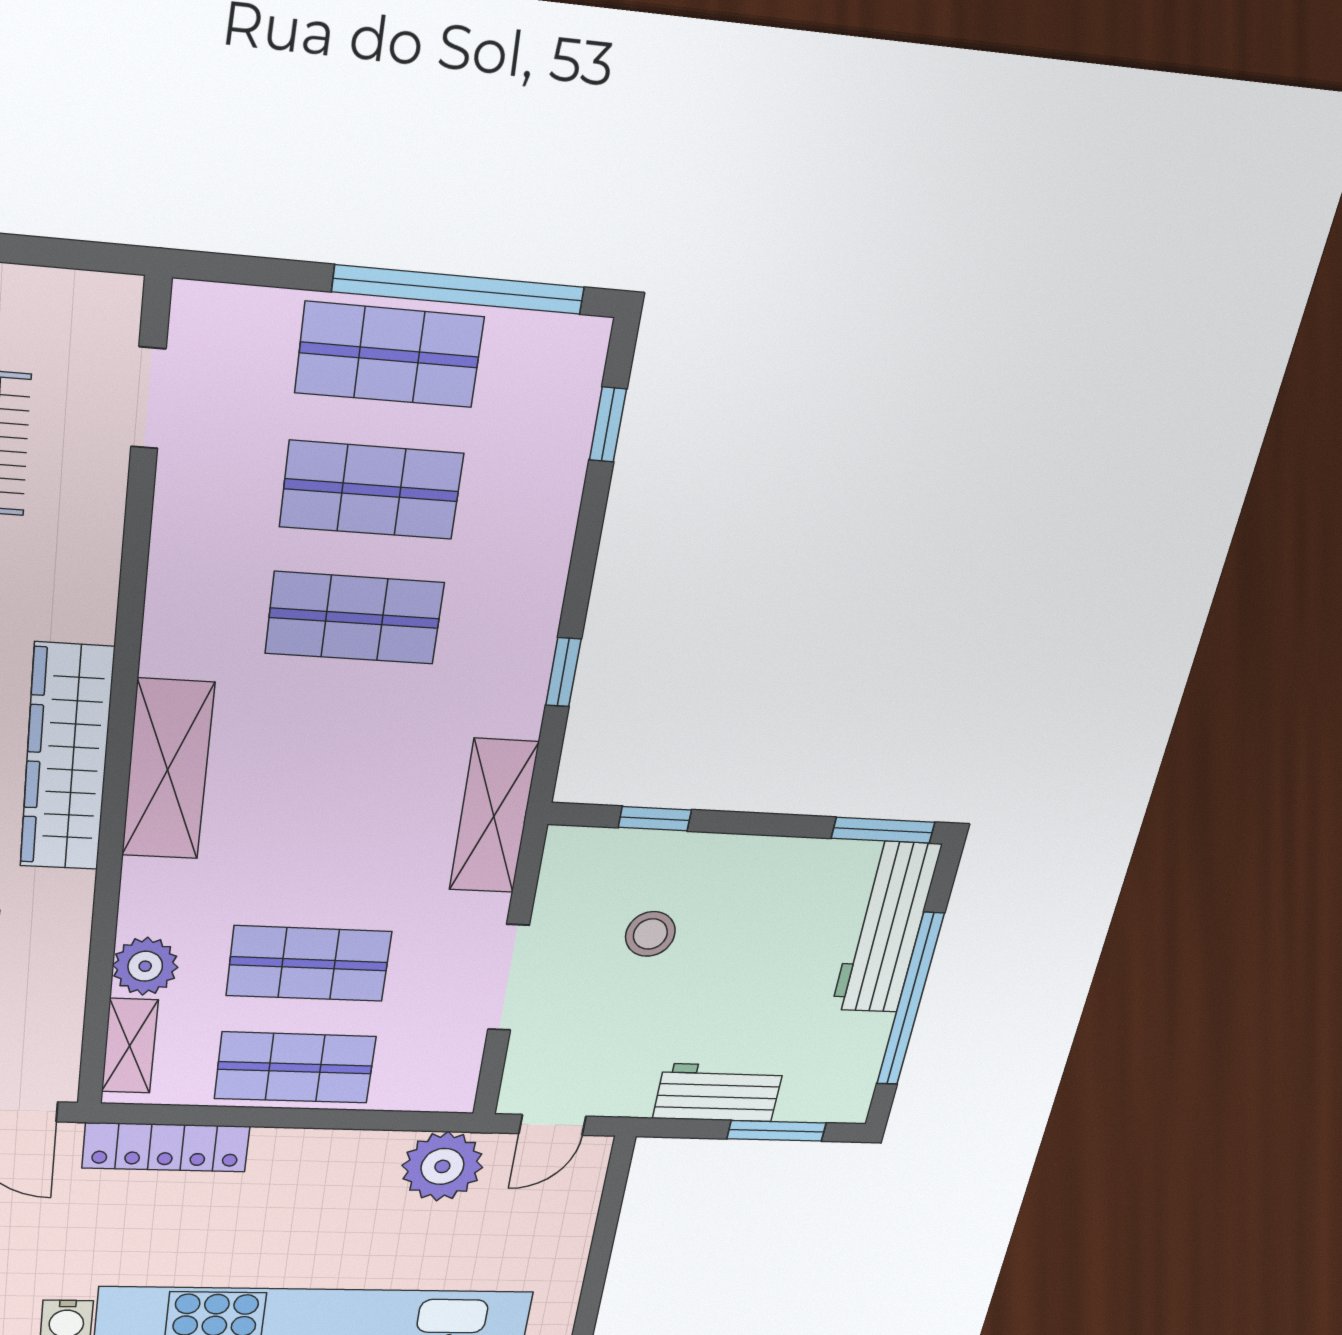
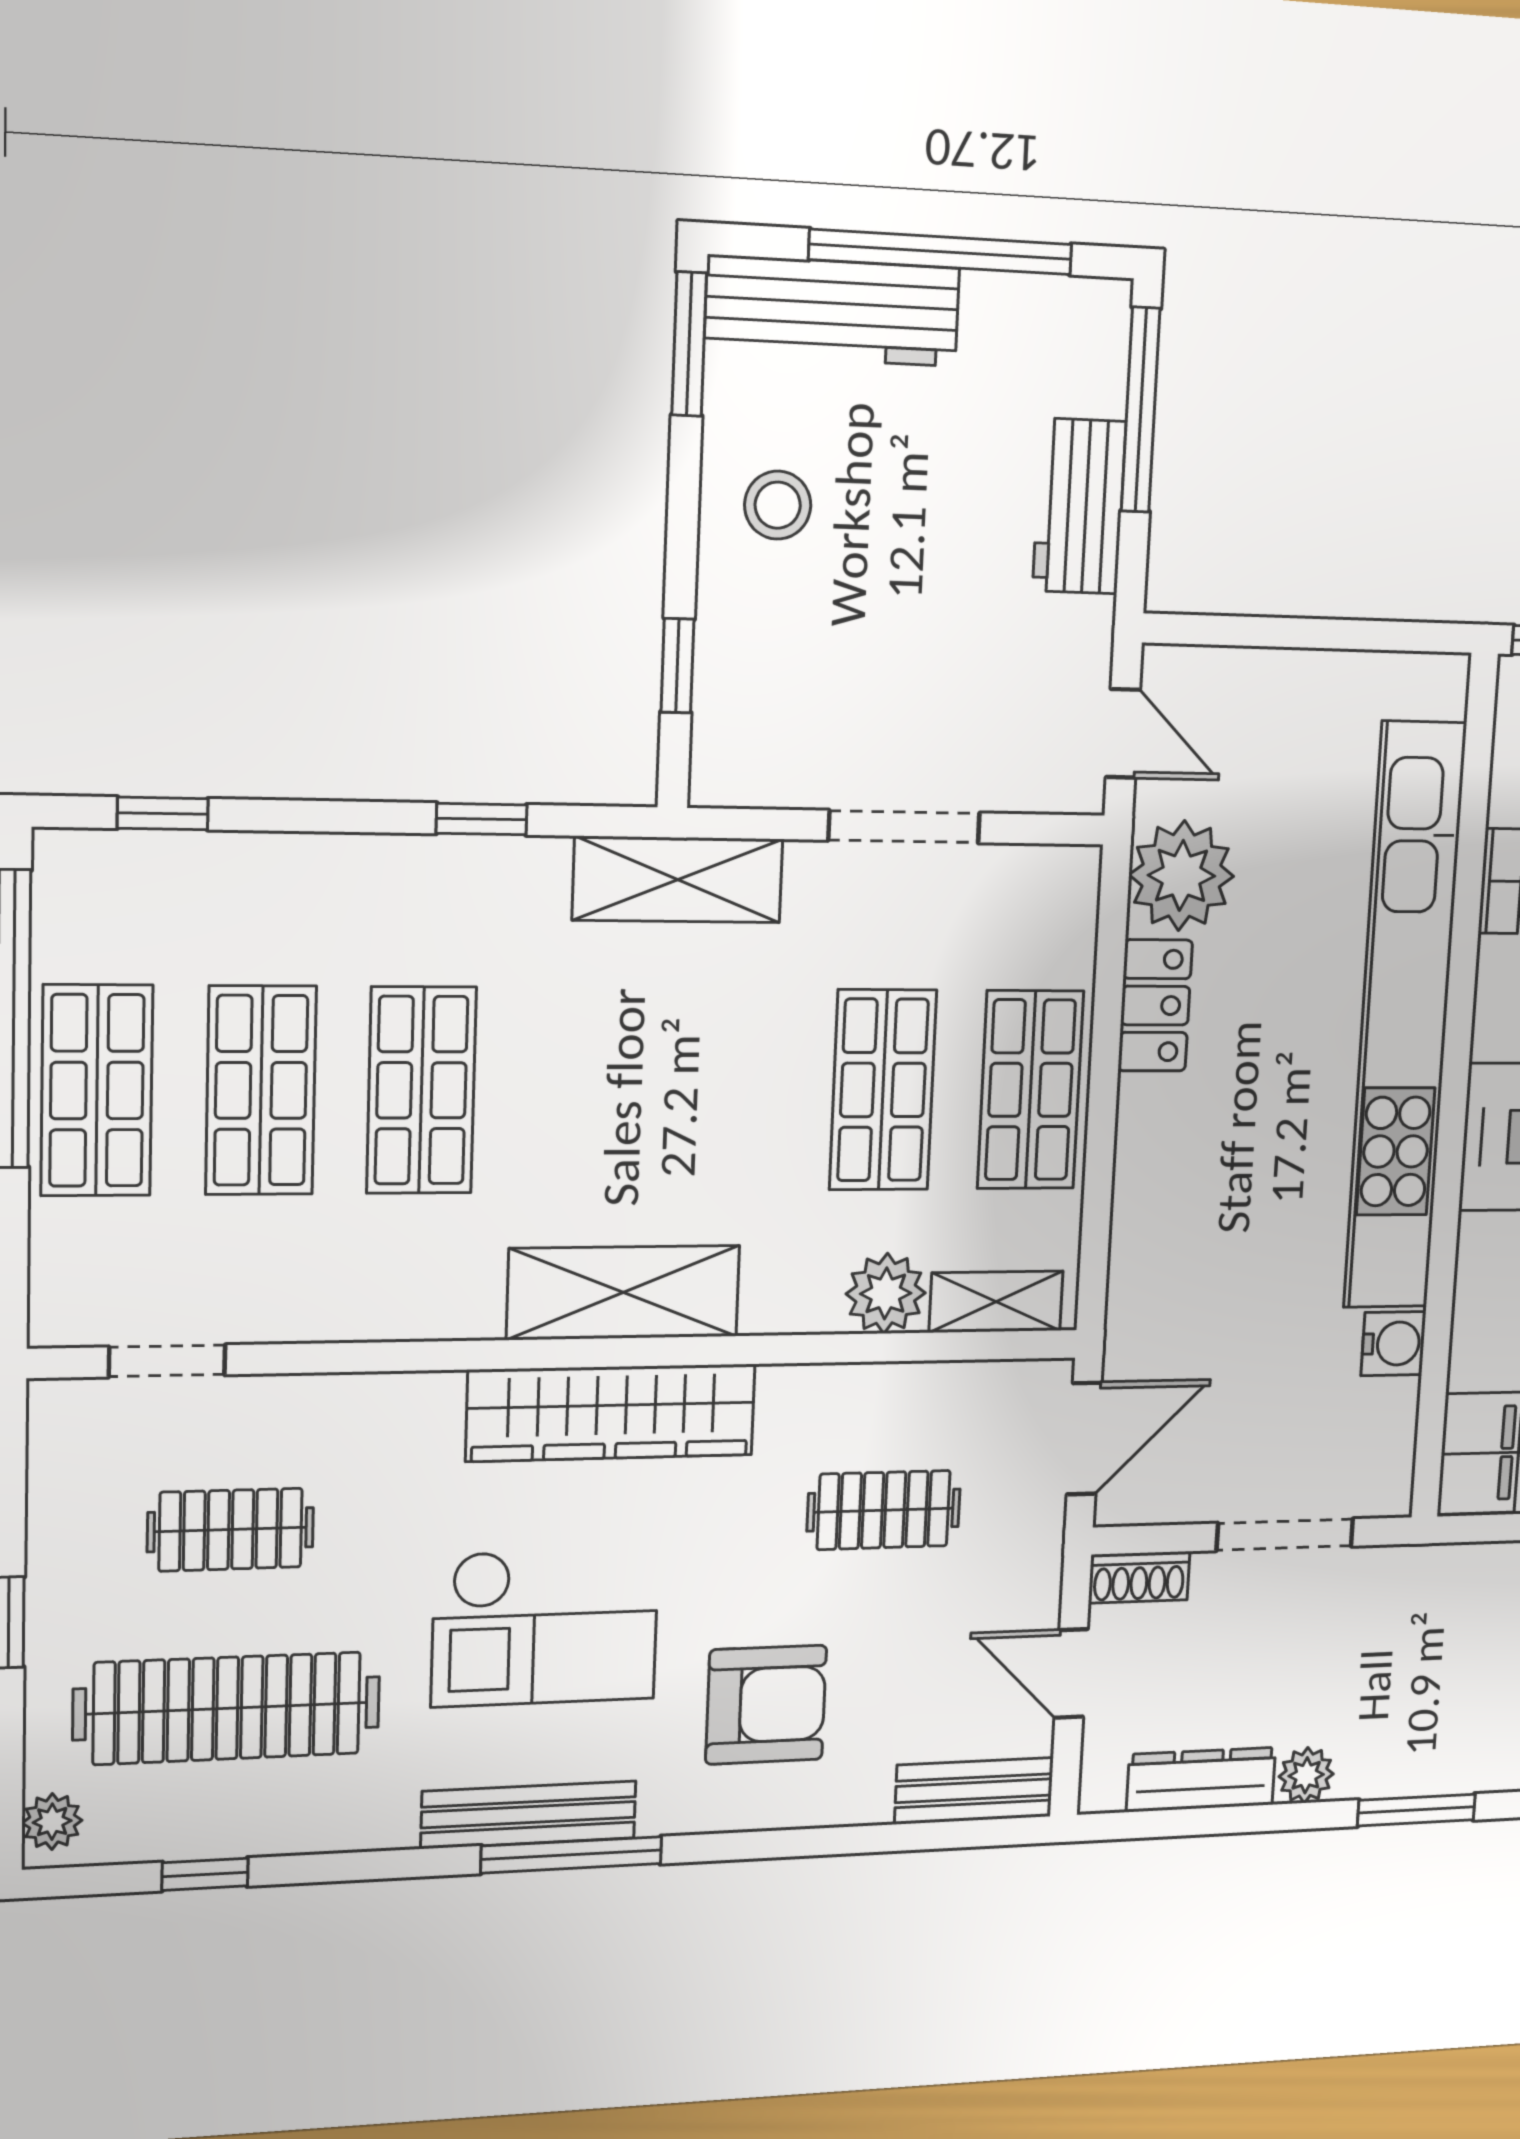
stool: (650, 934) -> (778, 505), moved
window: (777, 1131) -> (1141, 410), width x1.44
locker: (166, 1147) -> (1155, 1006), moved, width x0.66

